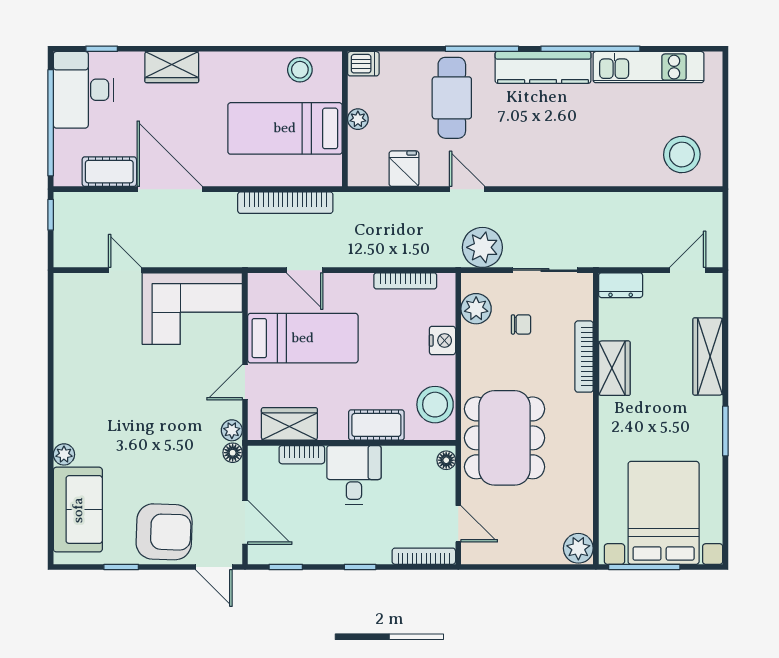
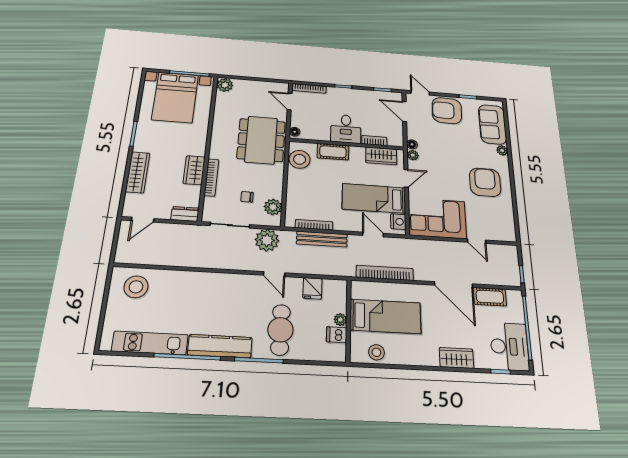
dishwasher: (363, 64) -> (337, 335), moved
bench: (391, 256) -> (322, 239), added
nightstand: (442, 340) -> (398, 222), moved, turned 180
armchair: (101, 386) -> (485, 182), added

